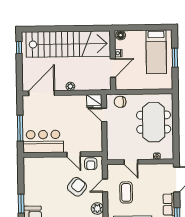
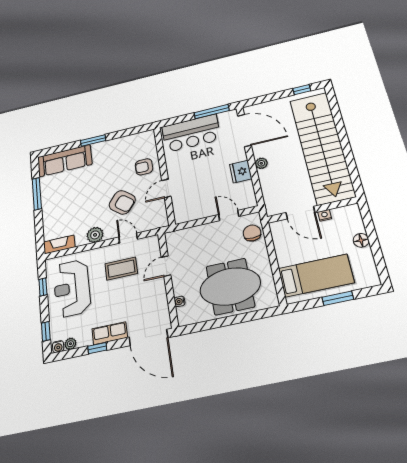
floor lamp: (121, 35) -> (361, 240), moved
bed: (156, 52) -> (316, 276), moved, turned 180
fridge: (94, 101) -> (241, 172), moved
door: (104, 115) -> (229, 215), hinge flipped
window: (20, 128) -> (212, 112), moved
bar counter: (43, 142) -> (191, 133), moved, turned 90
armchair: (91, 164) -> (144, 167), moved

